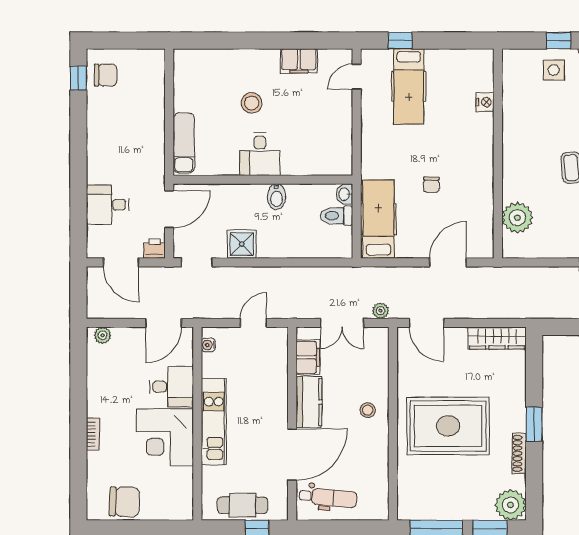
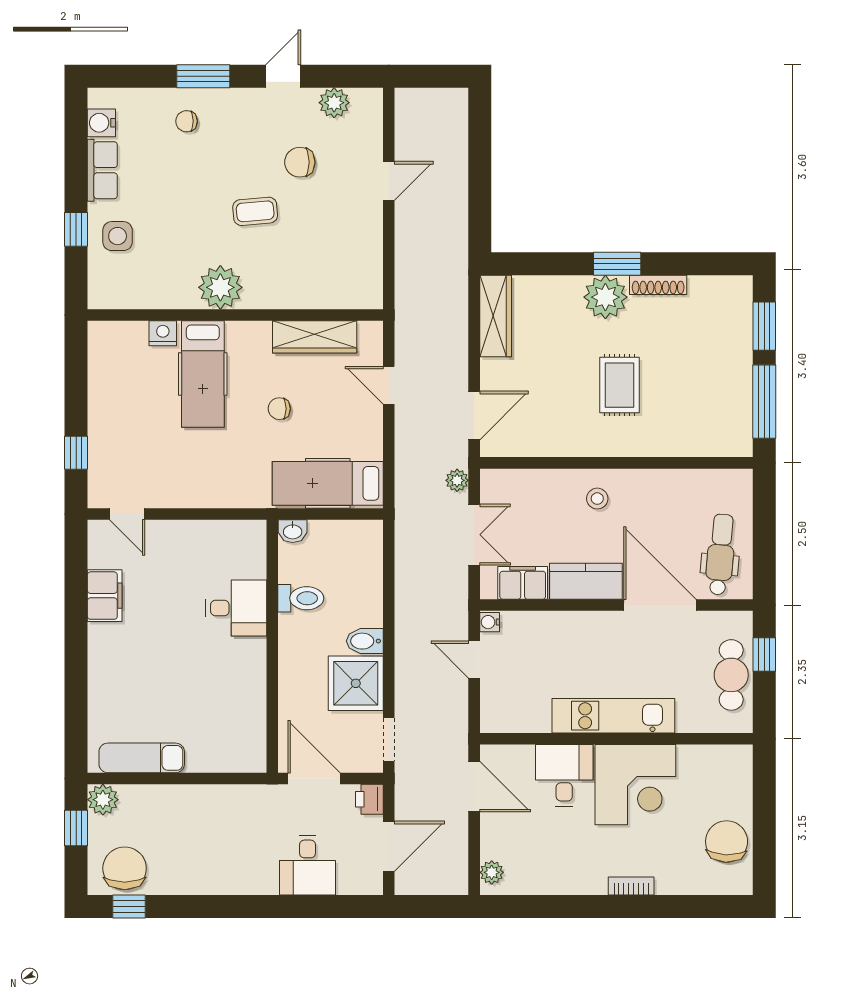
window: (134, 41) -> (76, 828), added
plant: (154, 60) -> (103, 800), added
chair: (105, 75) -> (125, 868), width x1.37, depth x1.37
hospital bed: (409, 86) -> (203, 374), moved, turned 90
stool: (252, 103) -> (164, 662), removed
exam couch: (184, 143) -> (142, 758), moved
desk: (260, 154) -> (236, 608), moved
chair: (431, 185) -> (279, 409), turned 180
bidet: (277, 197) -> (365, 641), moved, turned 180
wardrobe: (482, 210) -> (315, 337), added
toilet: (336, 216) -> (301, 598), moved, turned -90
plant: (517, 218) -> (220, 287), moved
shower: (242, 244) -> (356, 683), width x1.36, depth x1.36
door: (448, 262) -> (389, 385), width x0.73
water cooler: (208, 345) -> (490, 622), moved, turned 90
rug: (448, 426) -> (620, 385), width x0.54, depth x0.49
plant: (511, 505) -> (605, 297), moved

